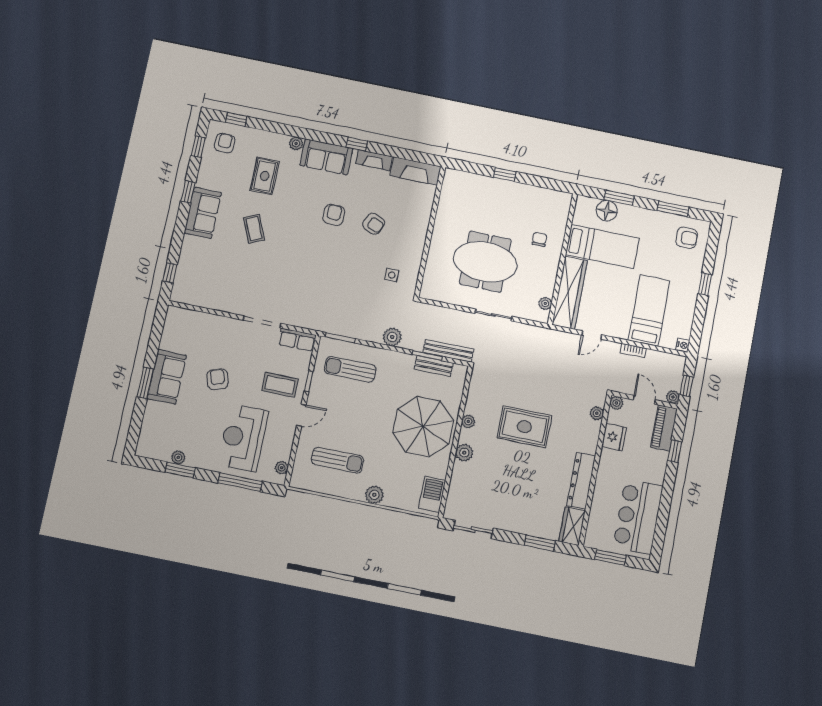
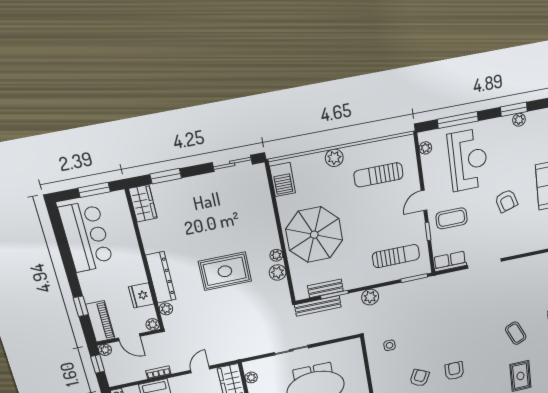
armchair: (334, 215) -> (454, 371), turned 180
armchair: (374, 224) -> (420, 378), turned 92
plant: (464, 453) -> (278, 272), moved
dresser: (581, 481) -> (161, 277), moved

